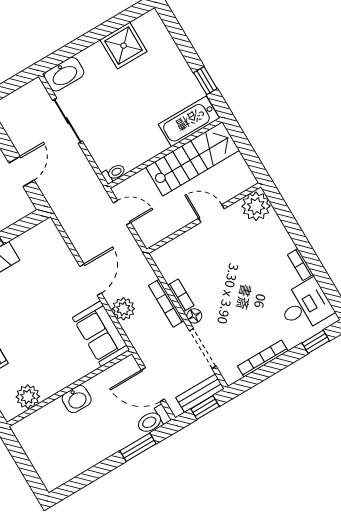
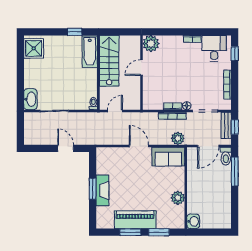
shower: (124, 46) -> (34, 48), moved
plant: (123, 309) -> (178, 138), moved
plant: (28, 397) -> (178, 198), moved
washbasin: (77, 399) -> (193, 221), moved
window: (138, 447) -> (235, 171), width x1.44

